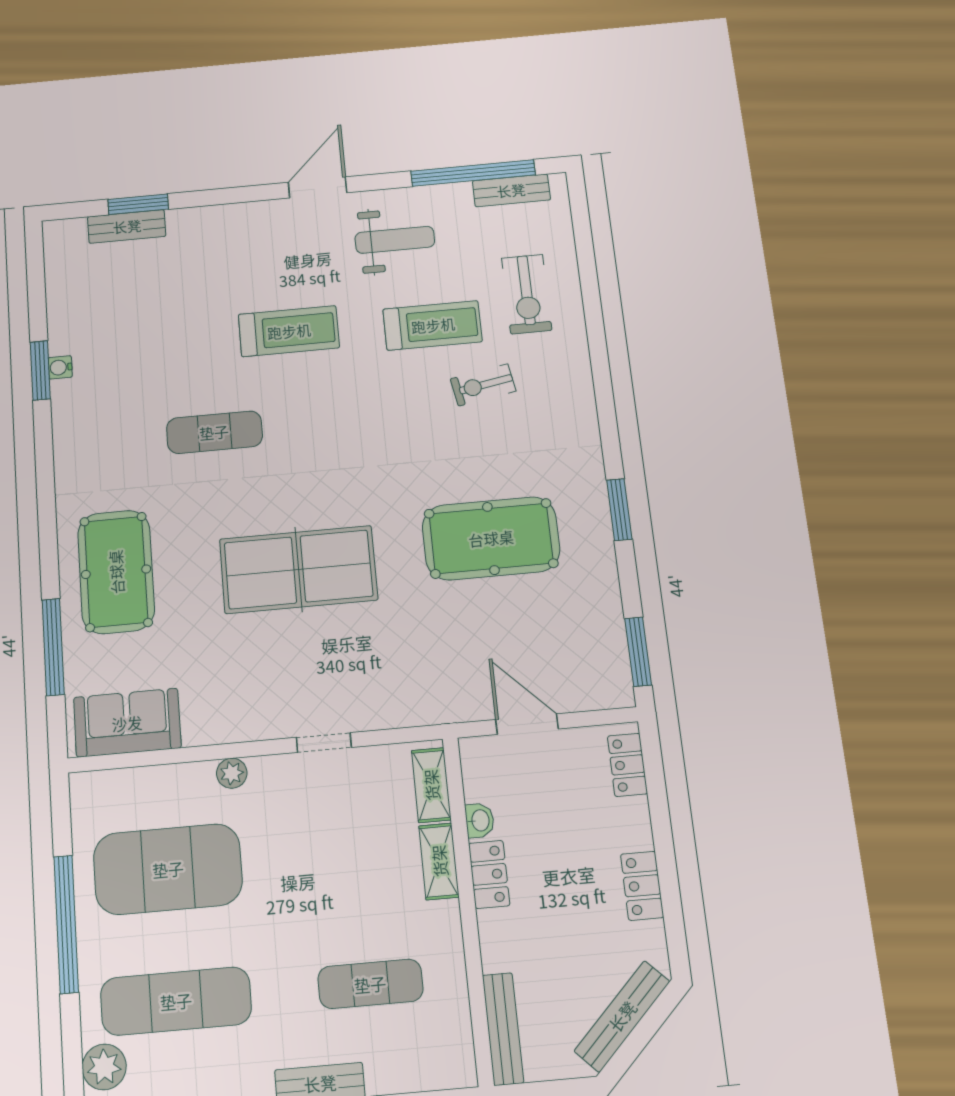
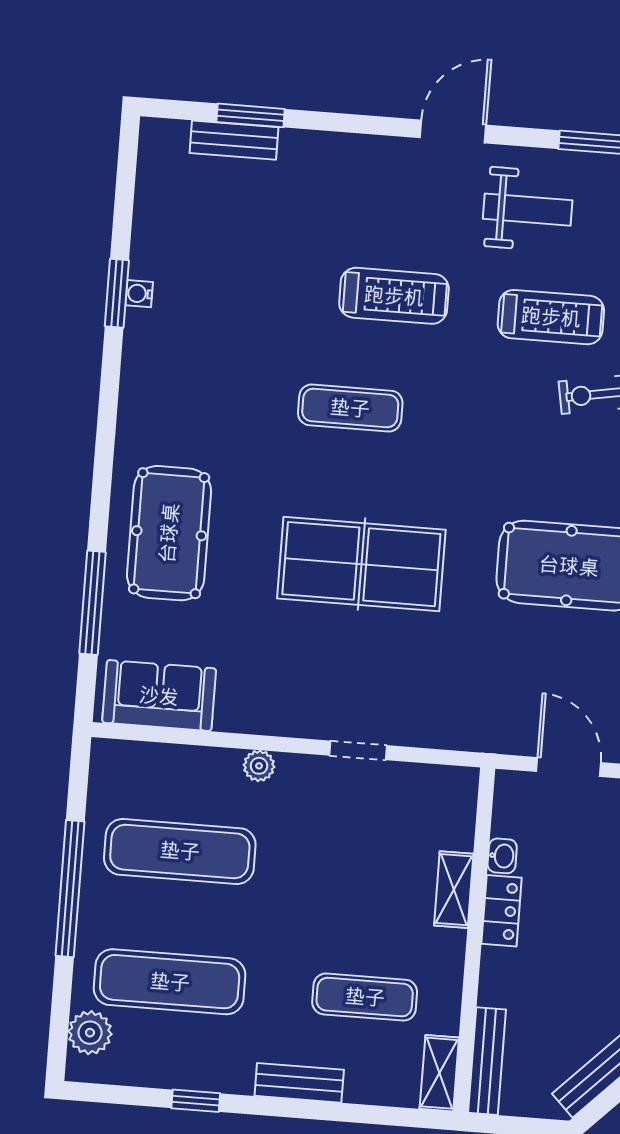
exercise mat: (214, 432) -> (350, 408), moved
shelving: (431, 785) -> (439, 1073), moved
exercise mat: (168, 869) -> (180, 851), width x0.68

